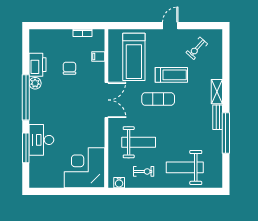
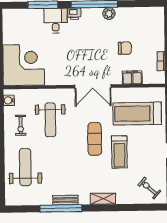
exercise bike: (197, 48) -> (149, 188), moved
filing cabinet: (98, 56) -> (132, 77), width x2.00
printer: (38, 65) -> (74, 14), moved, width x0.53, depth x0.68
bench: (218, 117) -> (65, 200), moved
desk: (41, 140) -> (56, 21), width x0.73

